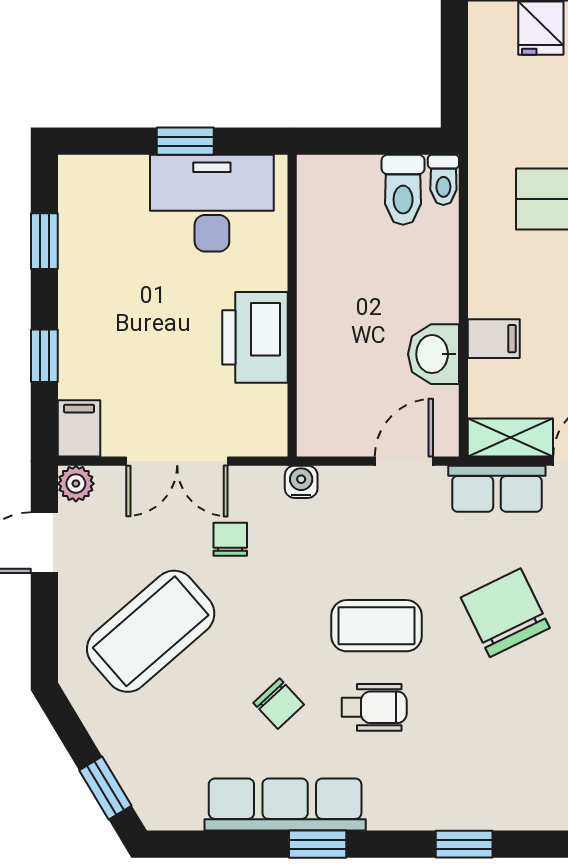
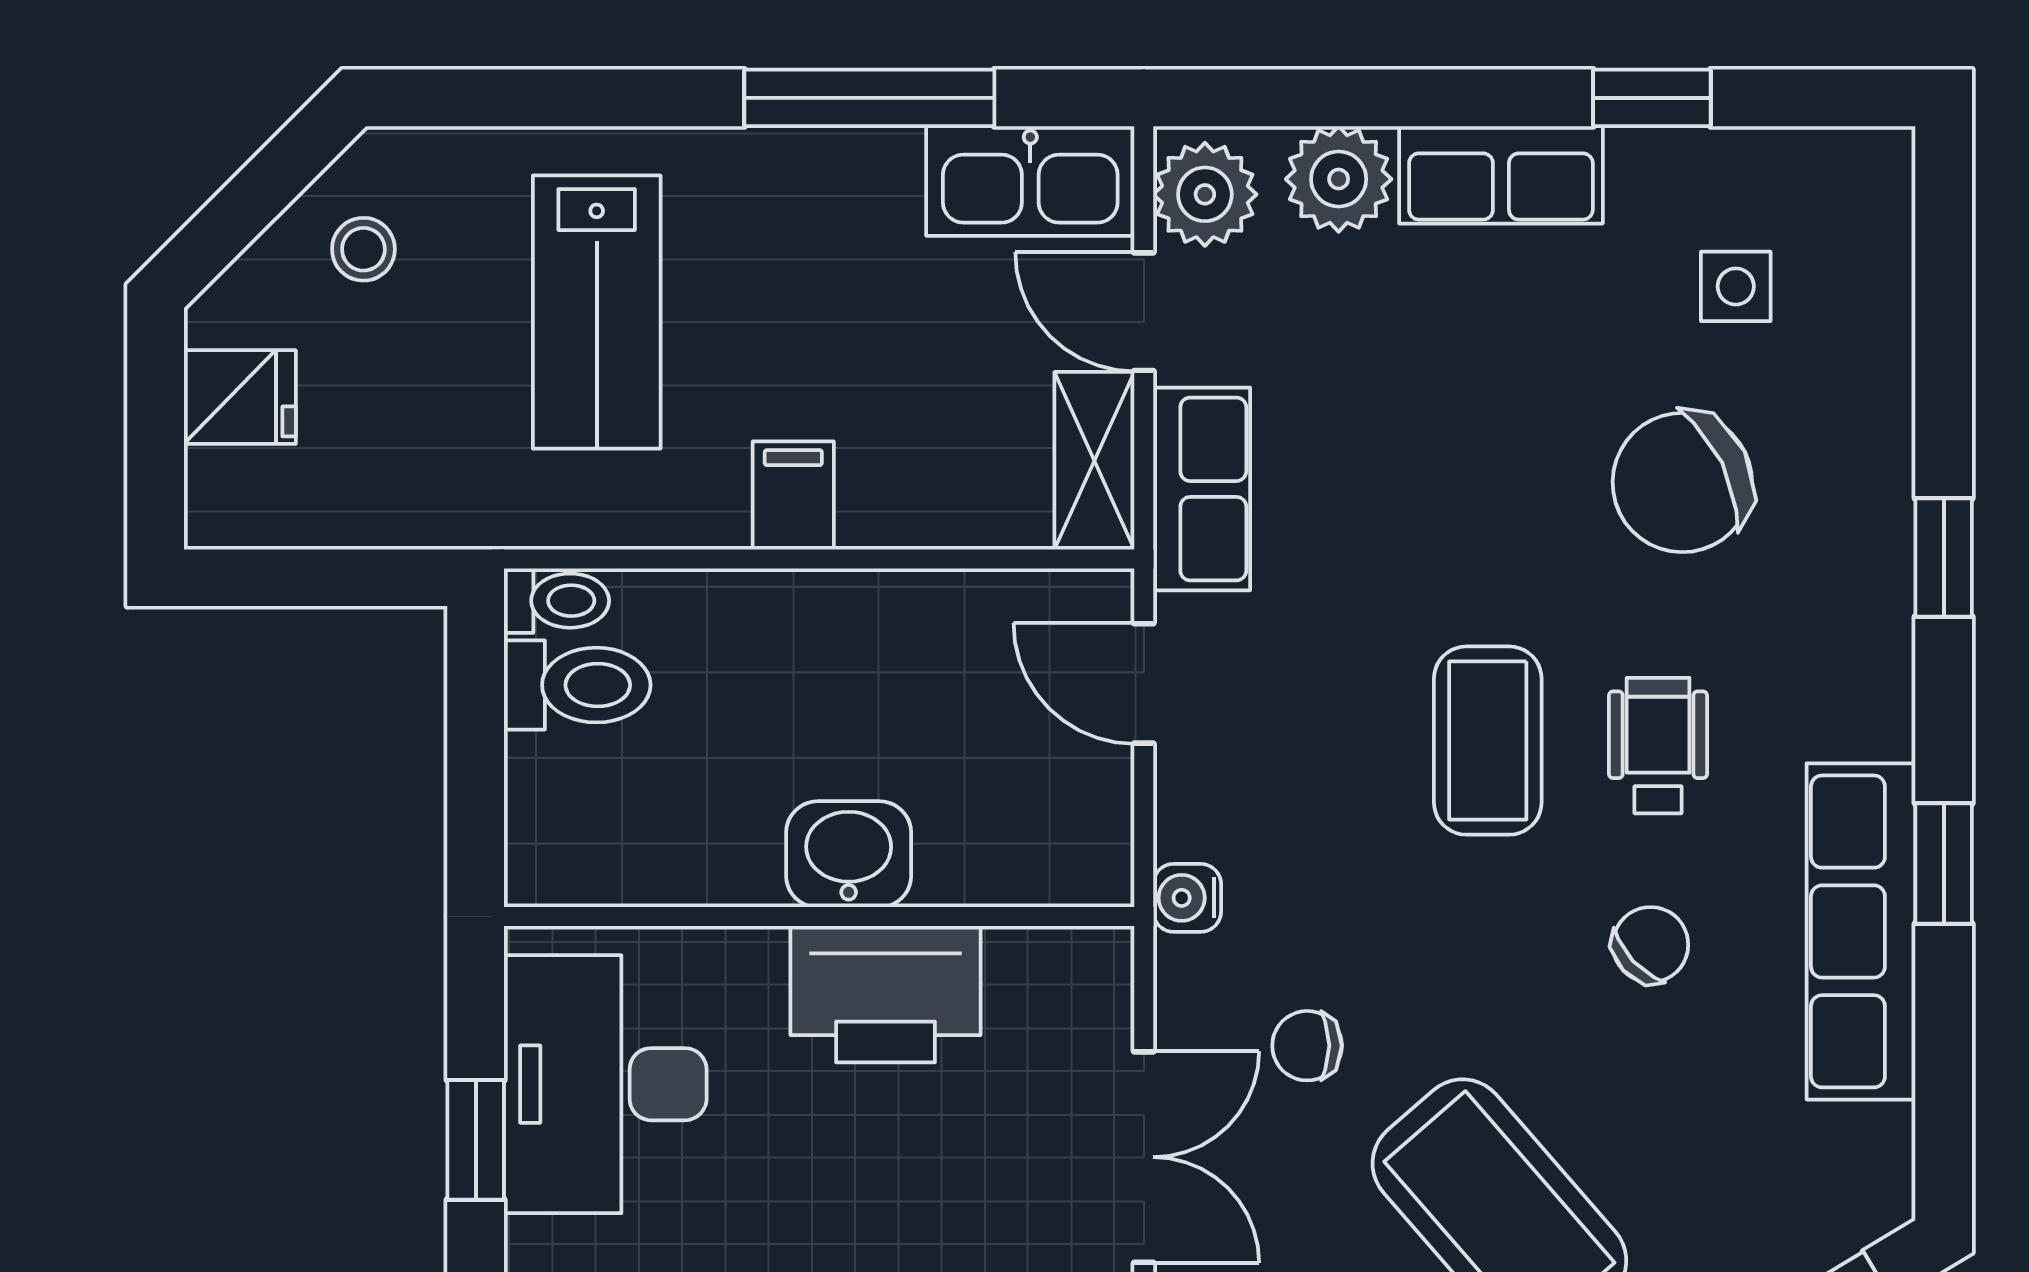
filing cabinet: (494, 339) -> (793, 495), moved
washbasin: (434, 354) -> (849, 854), moved, turned 180
chair: (505, 613) -> (1682, 483), moved

